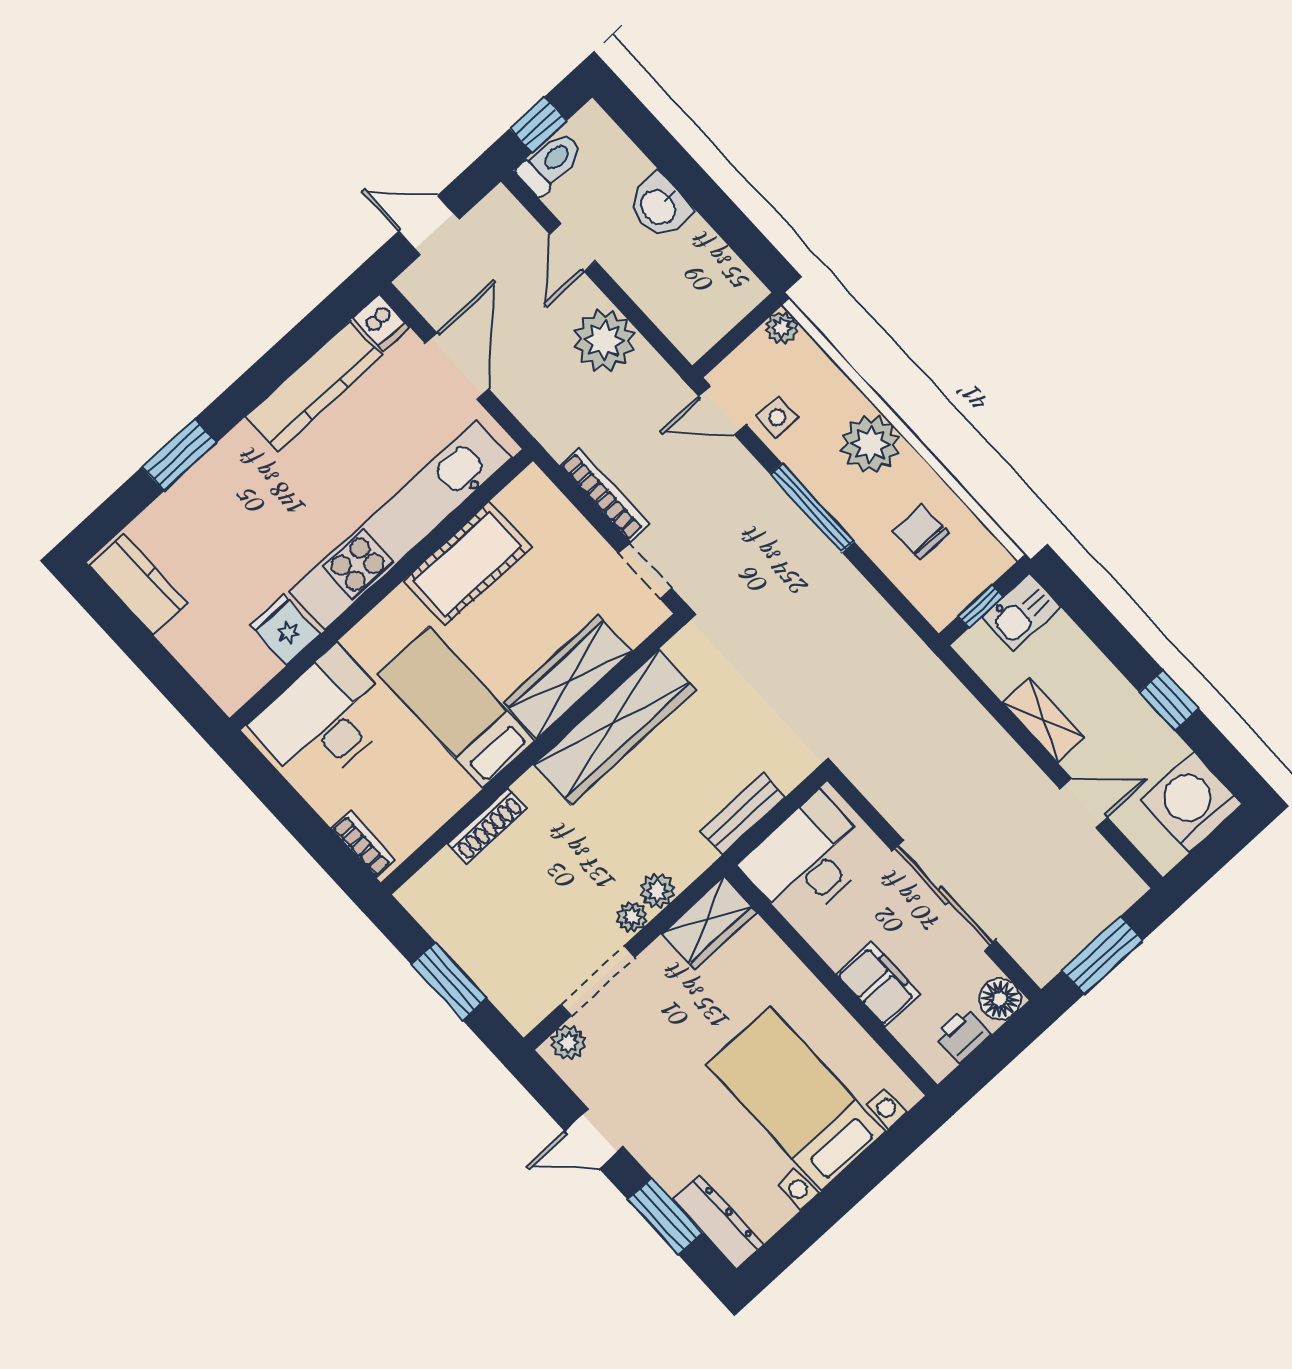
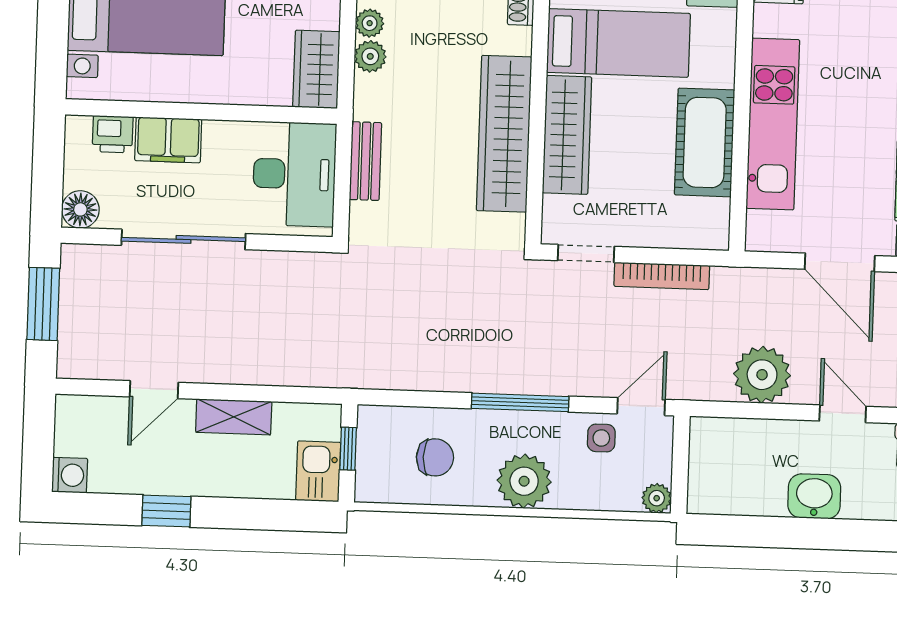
kitchen unit: (401, 525) -> (773, 124), width x0.73
washing machine: (1191, 802) -> (70, 475), width x0.53, depth x0.53
printer: (962, 1035) -> (113, 134), moved, turned 90

